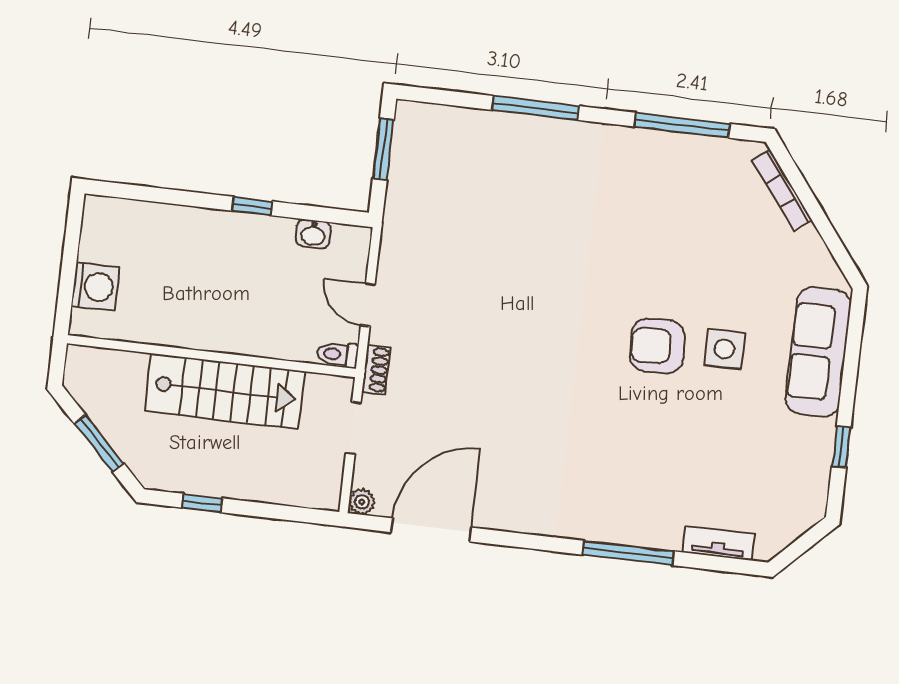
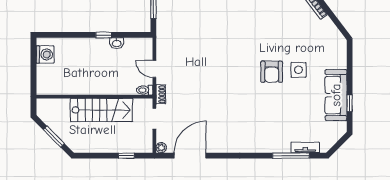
washbasin: (313, 234) -> (117, 43), moved
washing machine: (95, 287) -> (45, 54), moved
armchair: (657, 346) -> (272, 72), turned -88
sofa: (818, 352) -> (336, 95), moved
window: (202, 503) -> (126, 156), moved
window: (628, 553) -> (291, 156), moved

